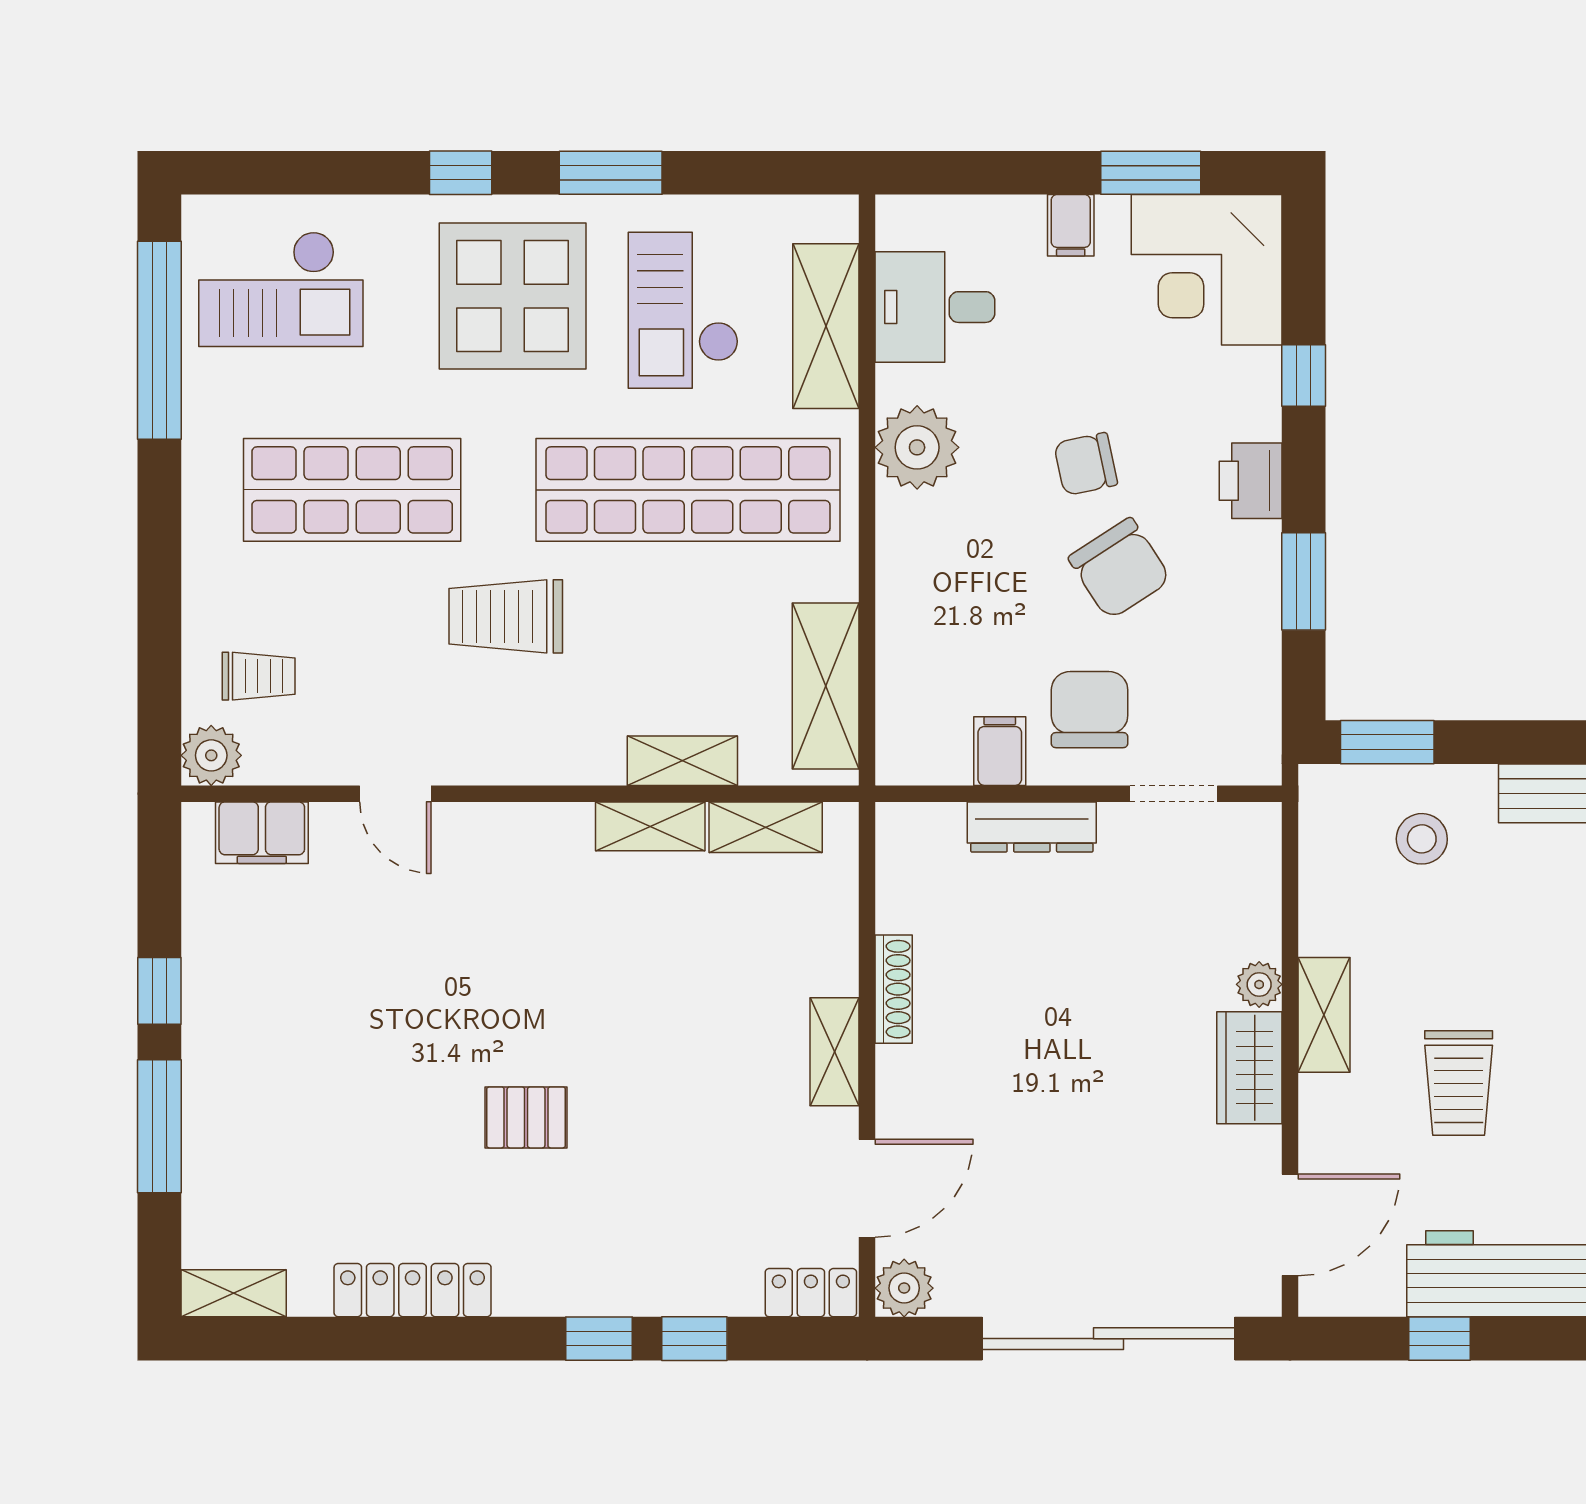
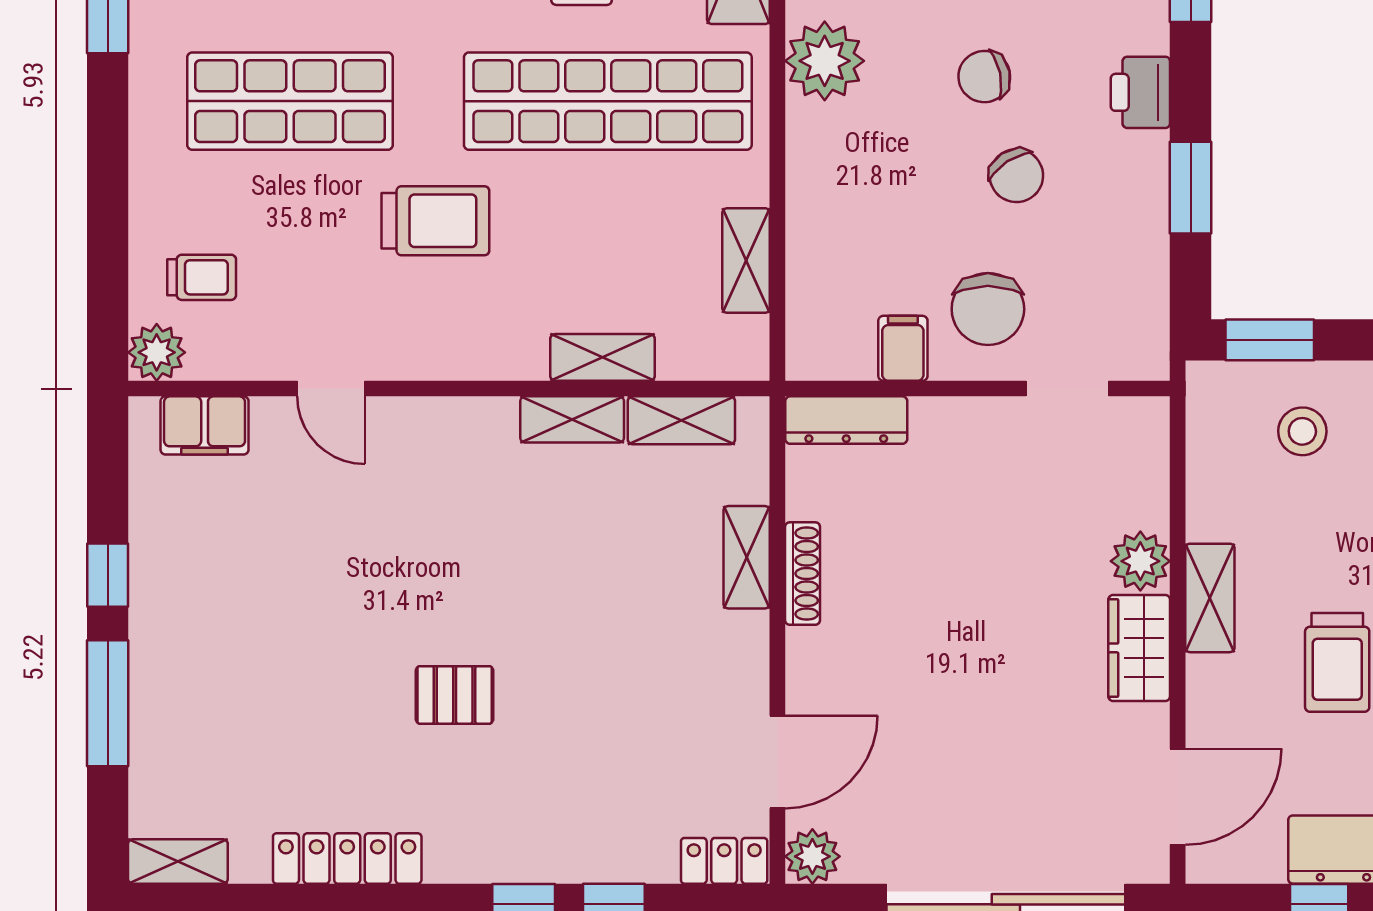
chair: (1120, 569) -> (1016, 176), width x0.73, depth x0.73
trolley: (506, 616) -> (435, 221), turned 180
shelving: (826, 686) -> (746, 261), width x0.67, depth x0.75
chair: (1090, 710) -> (988, 309), turned 180
dresser: (1032, 827) -> (846, 420), moved
plant: (1259, 984) -> (1140, 561), width x1.38, depth x1.38
shelving: (835, 1052) -> (747, 557), moved

